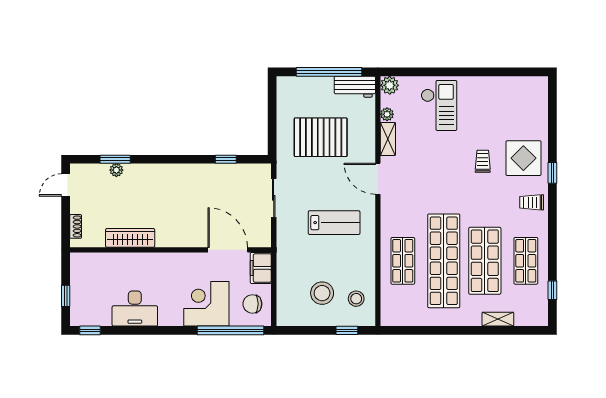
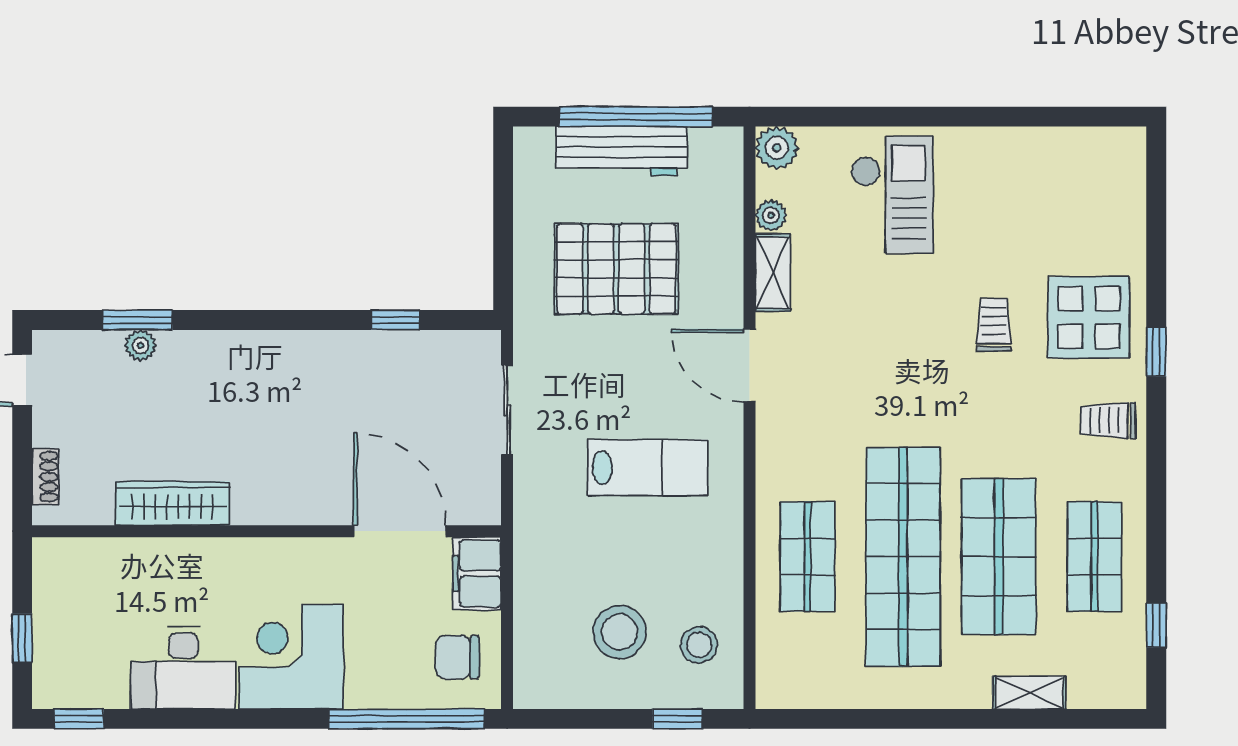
workbench: (355, 87) -> (621, 151), moved, width x1.38
corner desk: (206, 304) -> (291, 657), moved

